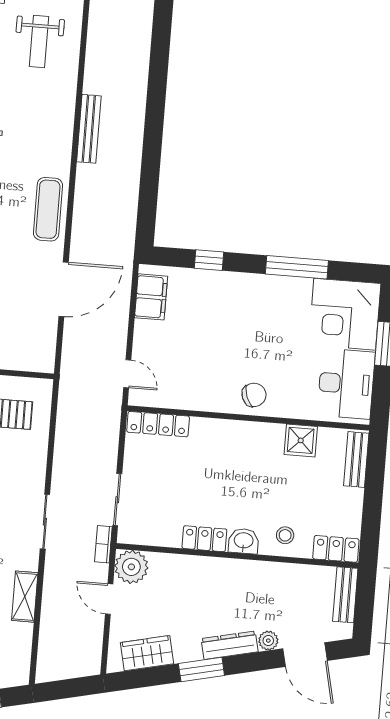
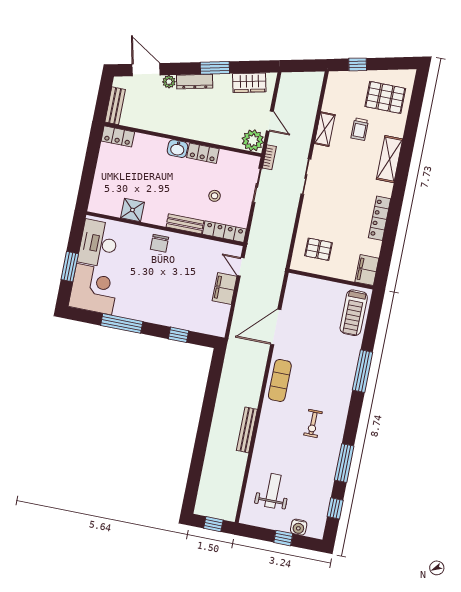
filing cabinet: (151, 297) -> (225, 288), moved
chair: (254, 395) -> (159, 243), turned -69
bench: (356, 460) -> (185, 224), moved, turned 90
stool: (285, 535) -> (215, 196), moved

